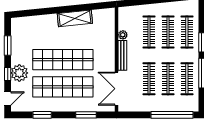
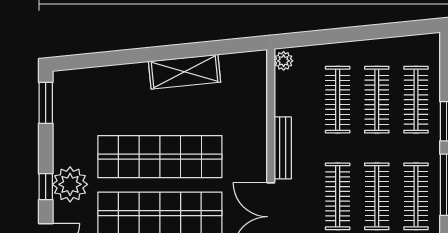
plant: (123, 35) -> (284, 61), moved
window: (8, 46) -> (46, 103), moved

